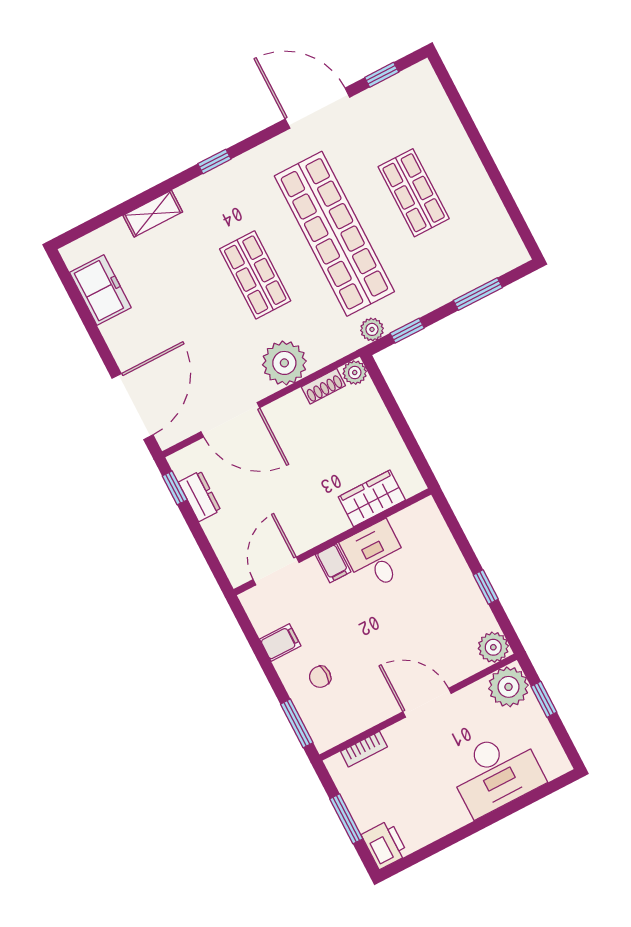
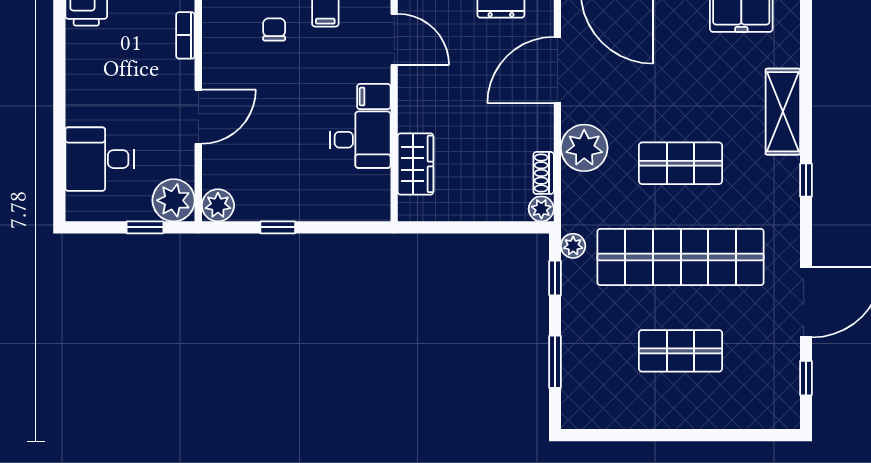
shelving: (153, 214) -> (783, 112), width x1.50, depth x1.33
desk: (496, 773) -> (100, 159), width x0.73

